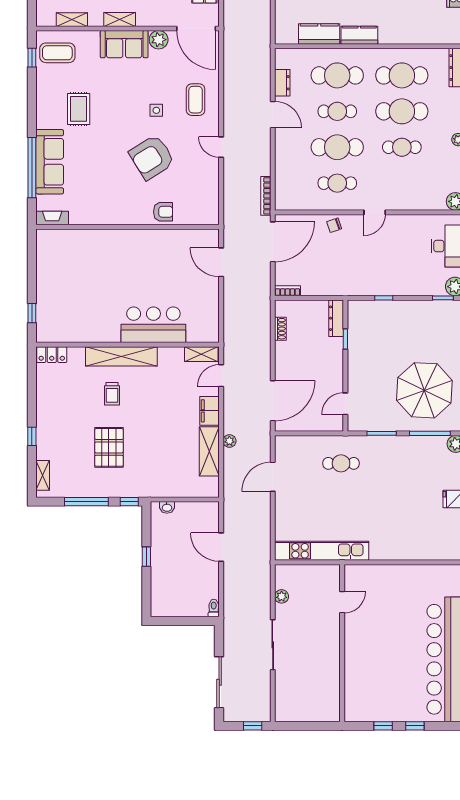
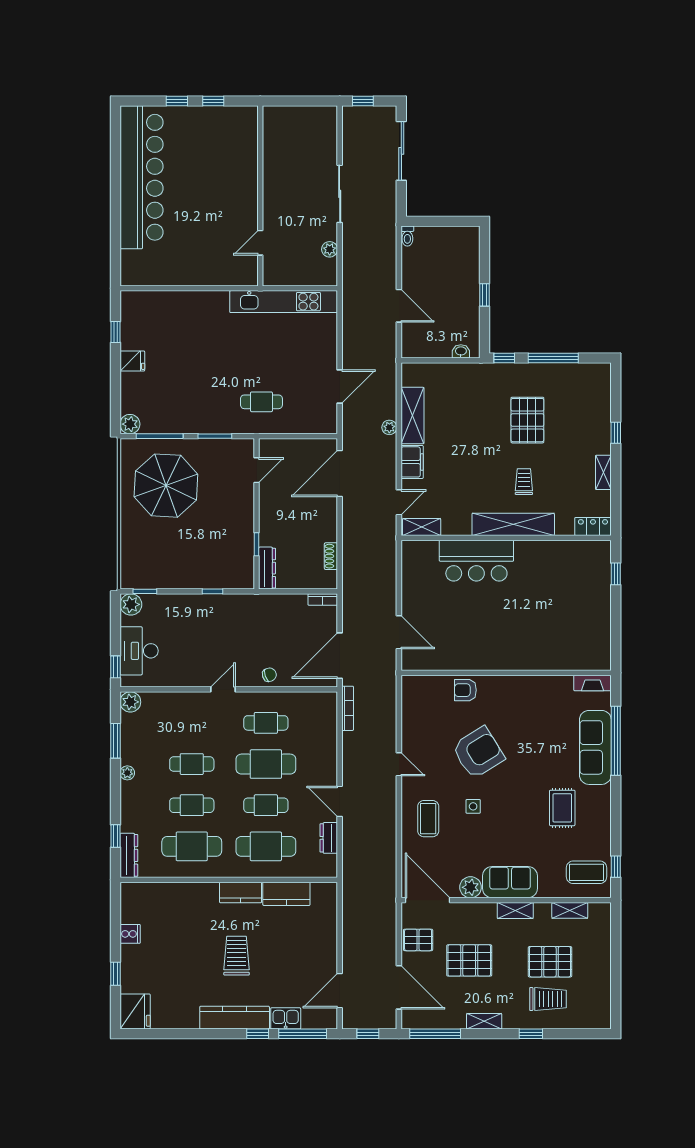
cafe table: (402, 111) -> (192, 805), width x0.73, depth x0.74
shelving: (43, 475) -> (603, 472), moved

